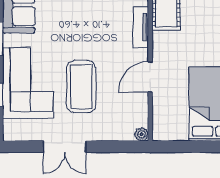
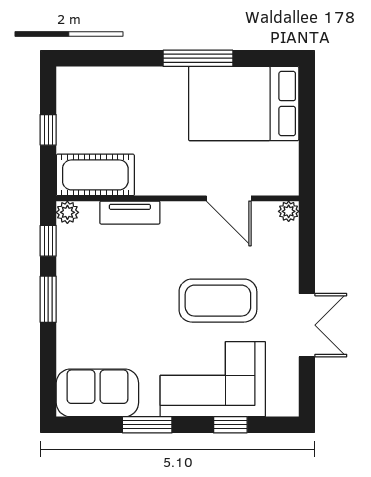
door: (150, 77) -> (229, 198), moved

